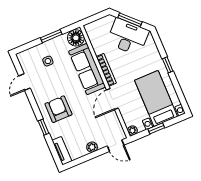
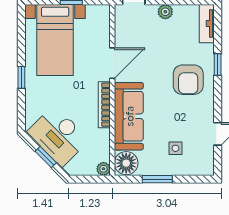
window: (130, 20) -> (46, 157), width x0.67
plant: (132, 131) -> (103, 169), moved

